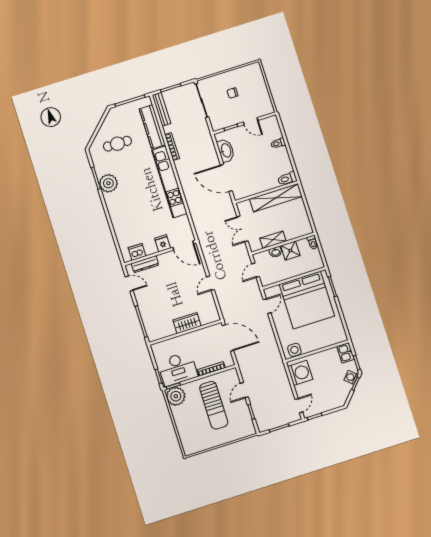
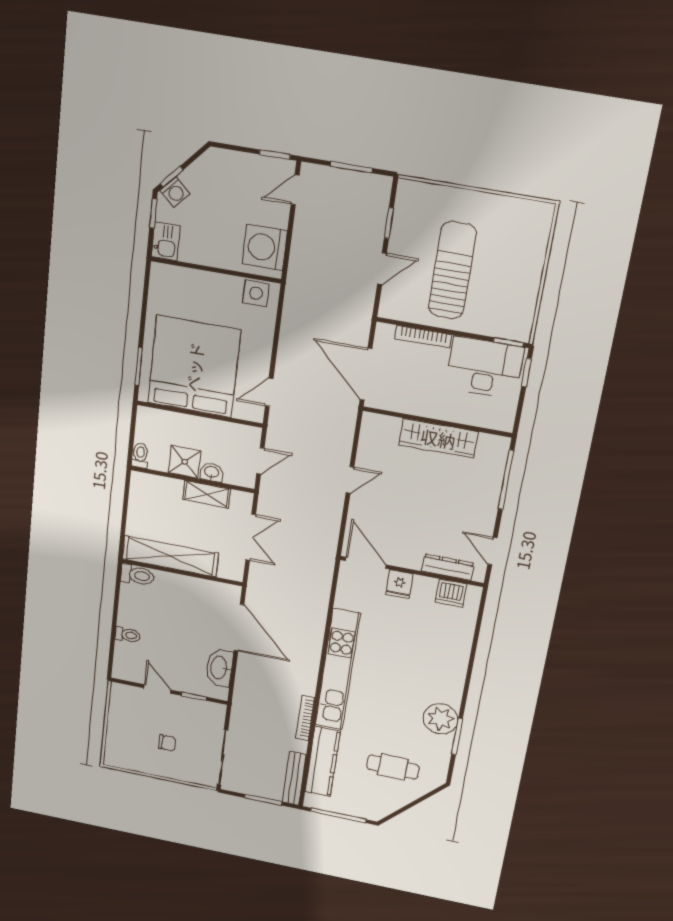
wardrobe: (187, 323) -> (438, 438), width x1.50
plant: (176, 396) -> (514, 322), removed

